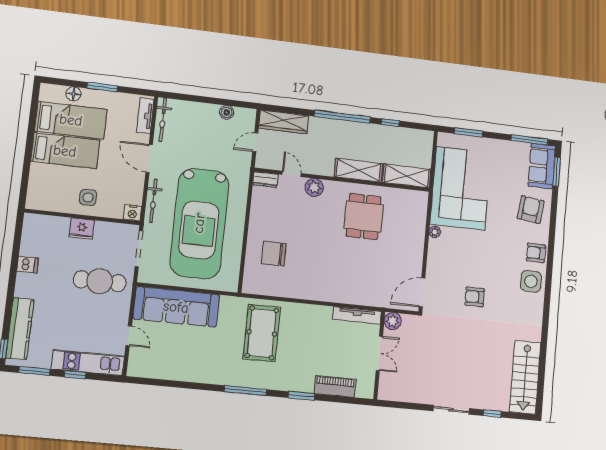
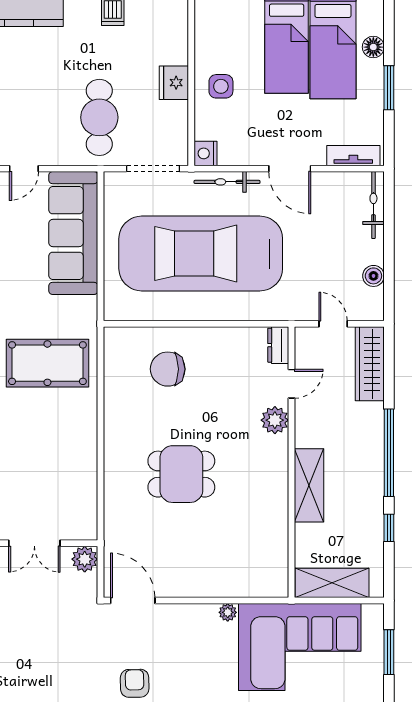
bicycle: (163, 120) -> (373, 205), moved, turned 90
door: (149, 158) -> (290, 169), swing flipped
shelving: (407, 176) -> (332, 583), moved, turned 90
dining table: (364, 217) -> (181, 474), moved
chair: (274, 254) -> (168, 369), turned -90
tv unit: (357, 315) -> (88, 504), removed

